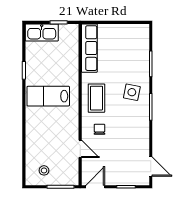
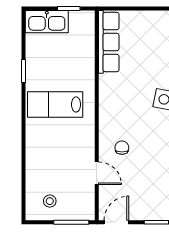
coffee table: (96, 98) -> (118, 107), removed

